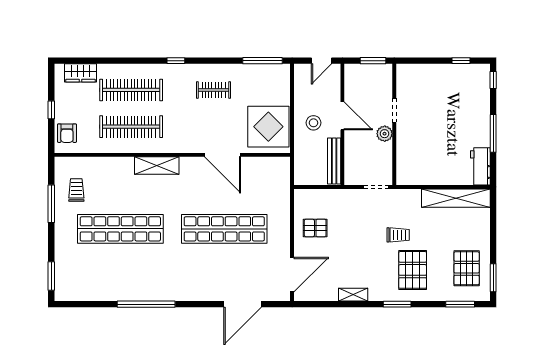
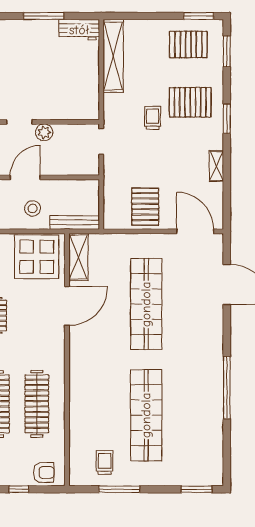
bench: (334, 161) -> (75, 223), moved
shelving: (157, 166) -> (78, 257), moved
trolley: (76, 190) -> (105, 462), turned 90
pallet: (315, 228) -> (145, 207), width x1.50, depth x1.42

